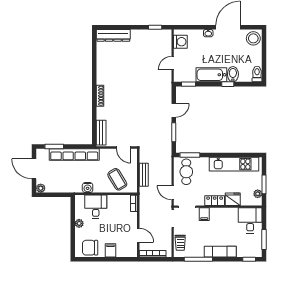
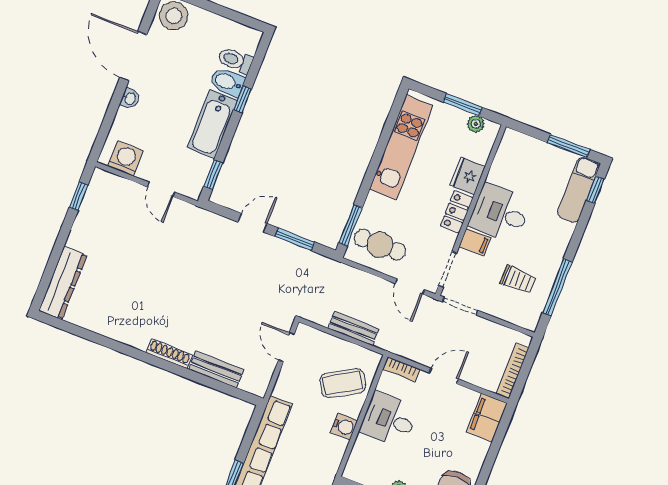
toilet: (257, 74) -> (235, 60), moved
door: (174, 110) -> (253, 223), hinge flipped
bench: (101, 133) -> (216, 369), moved
door: (124, 148) -> (286, 347), swing flipped
water cooler: (88, 188) -> (344, 426), moved
door: (173, 193) -> (410, 287), hinge flipped
desk: (96, 207) -> (389, 420), moved
desk: (250, 220) -> (500, 213), moved
door: (138, 235) -> (444, 376), moved
trolley: (180, 243) -> (518, 280), moved
filing cabinet: (111, 250) -> (487, 417), moved, width x2.00
exam couch: (220, 252) -> (578, 190), moved

